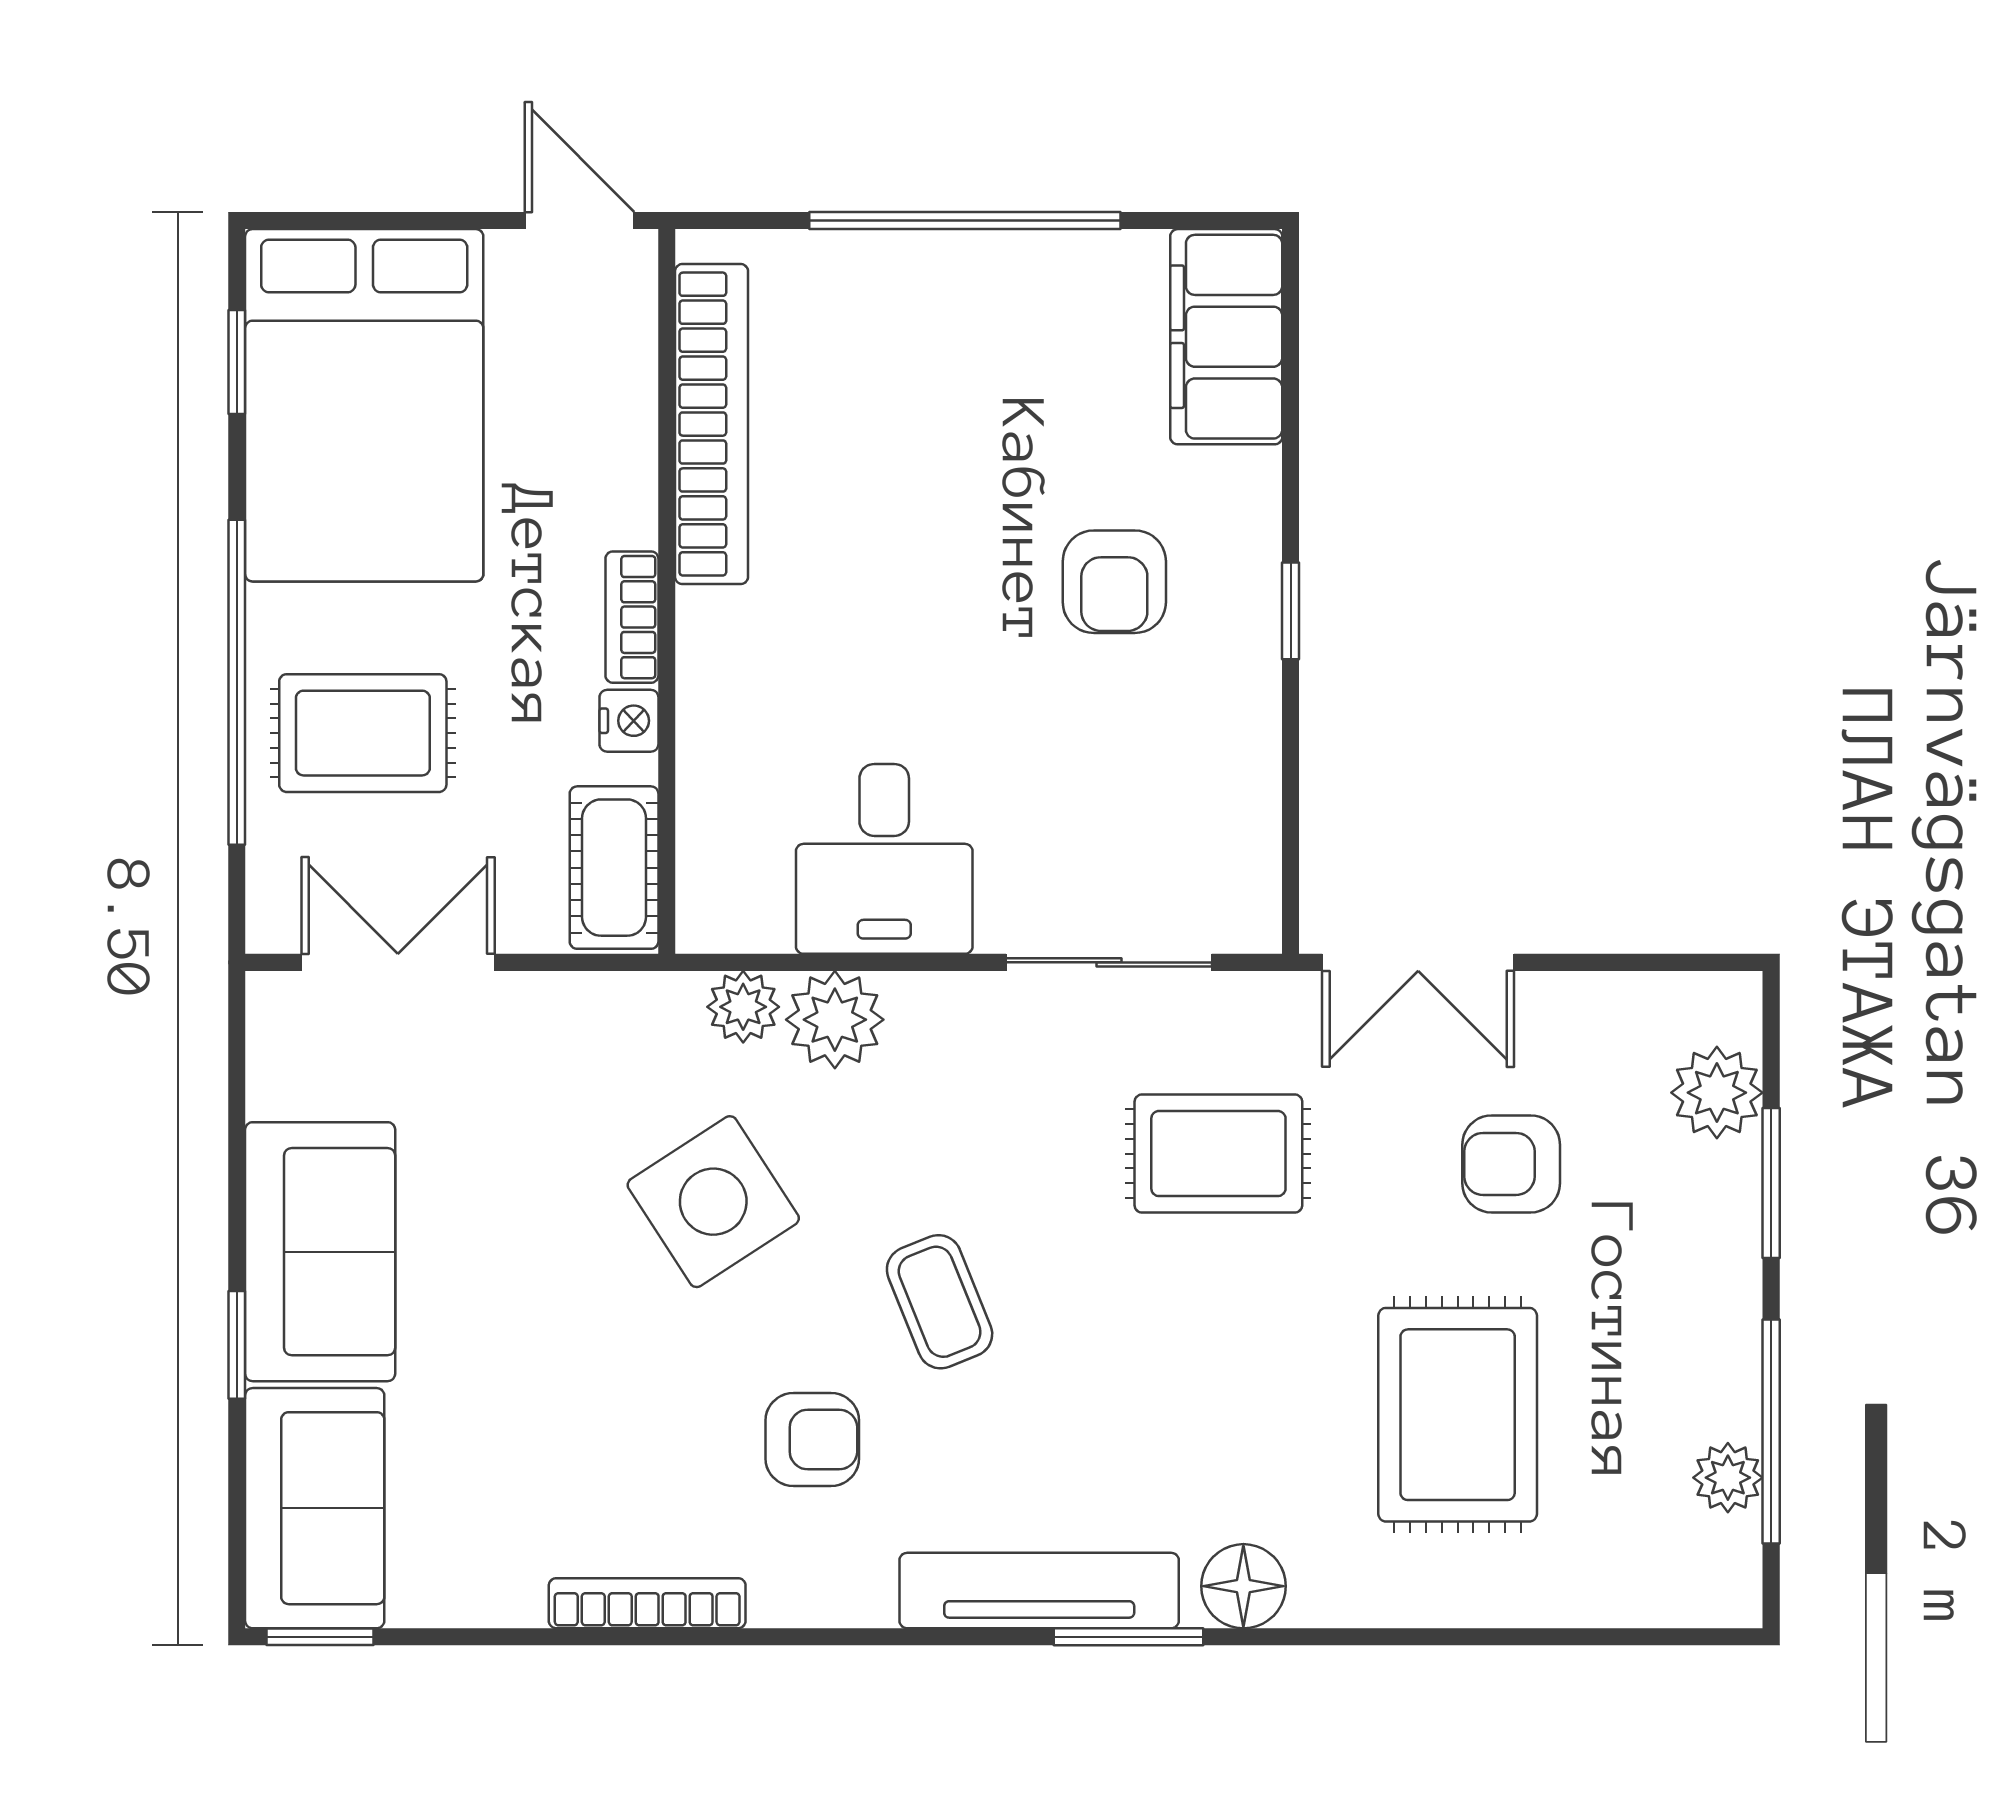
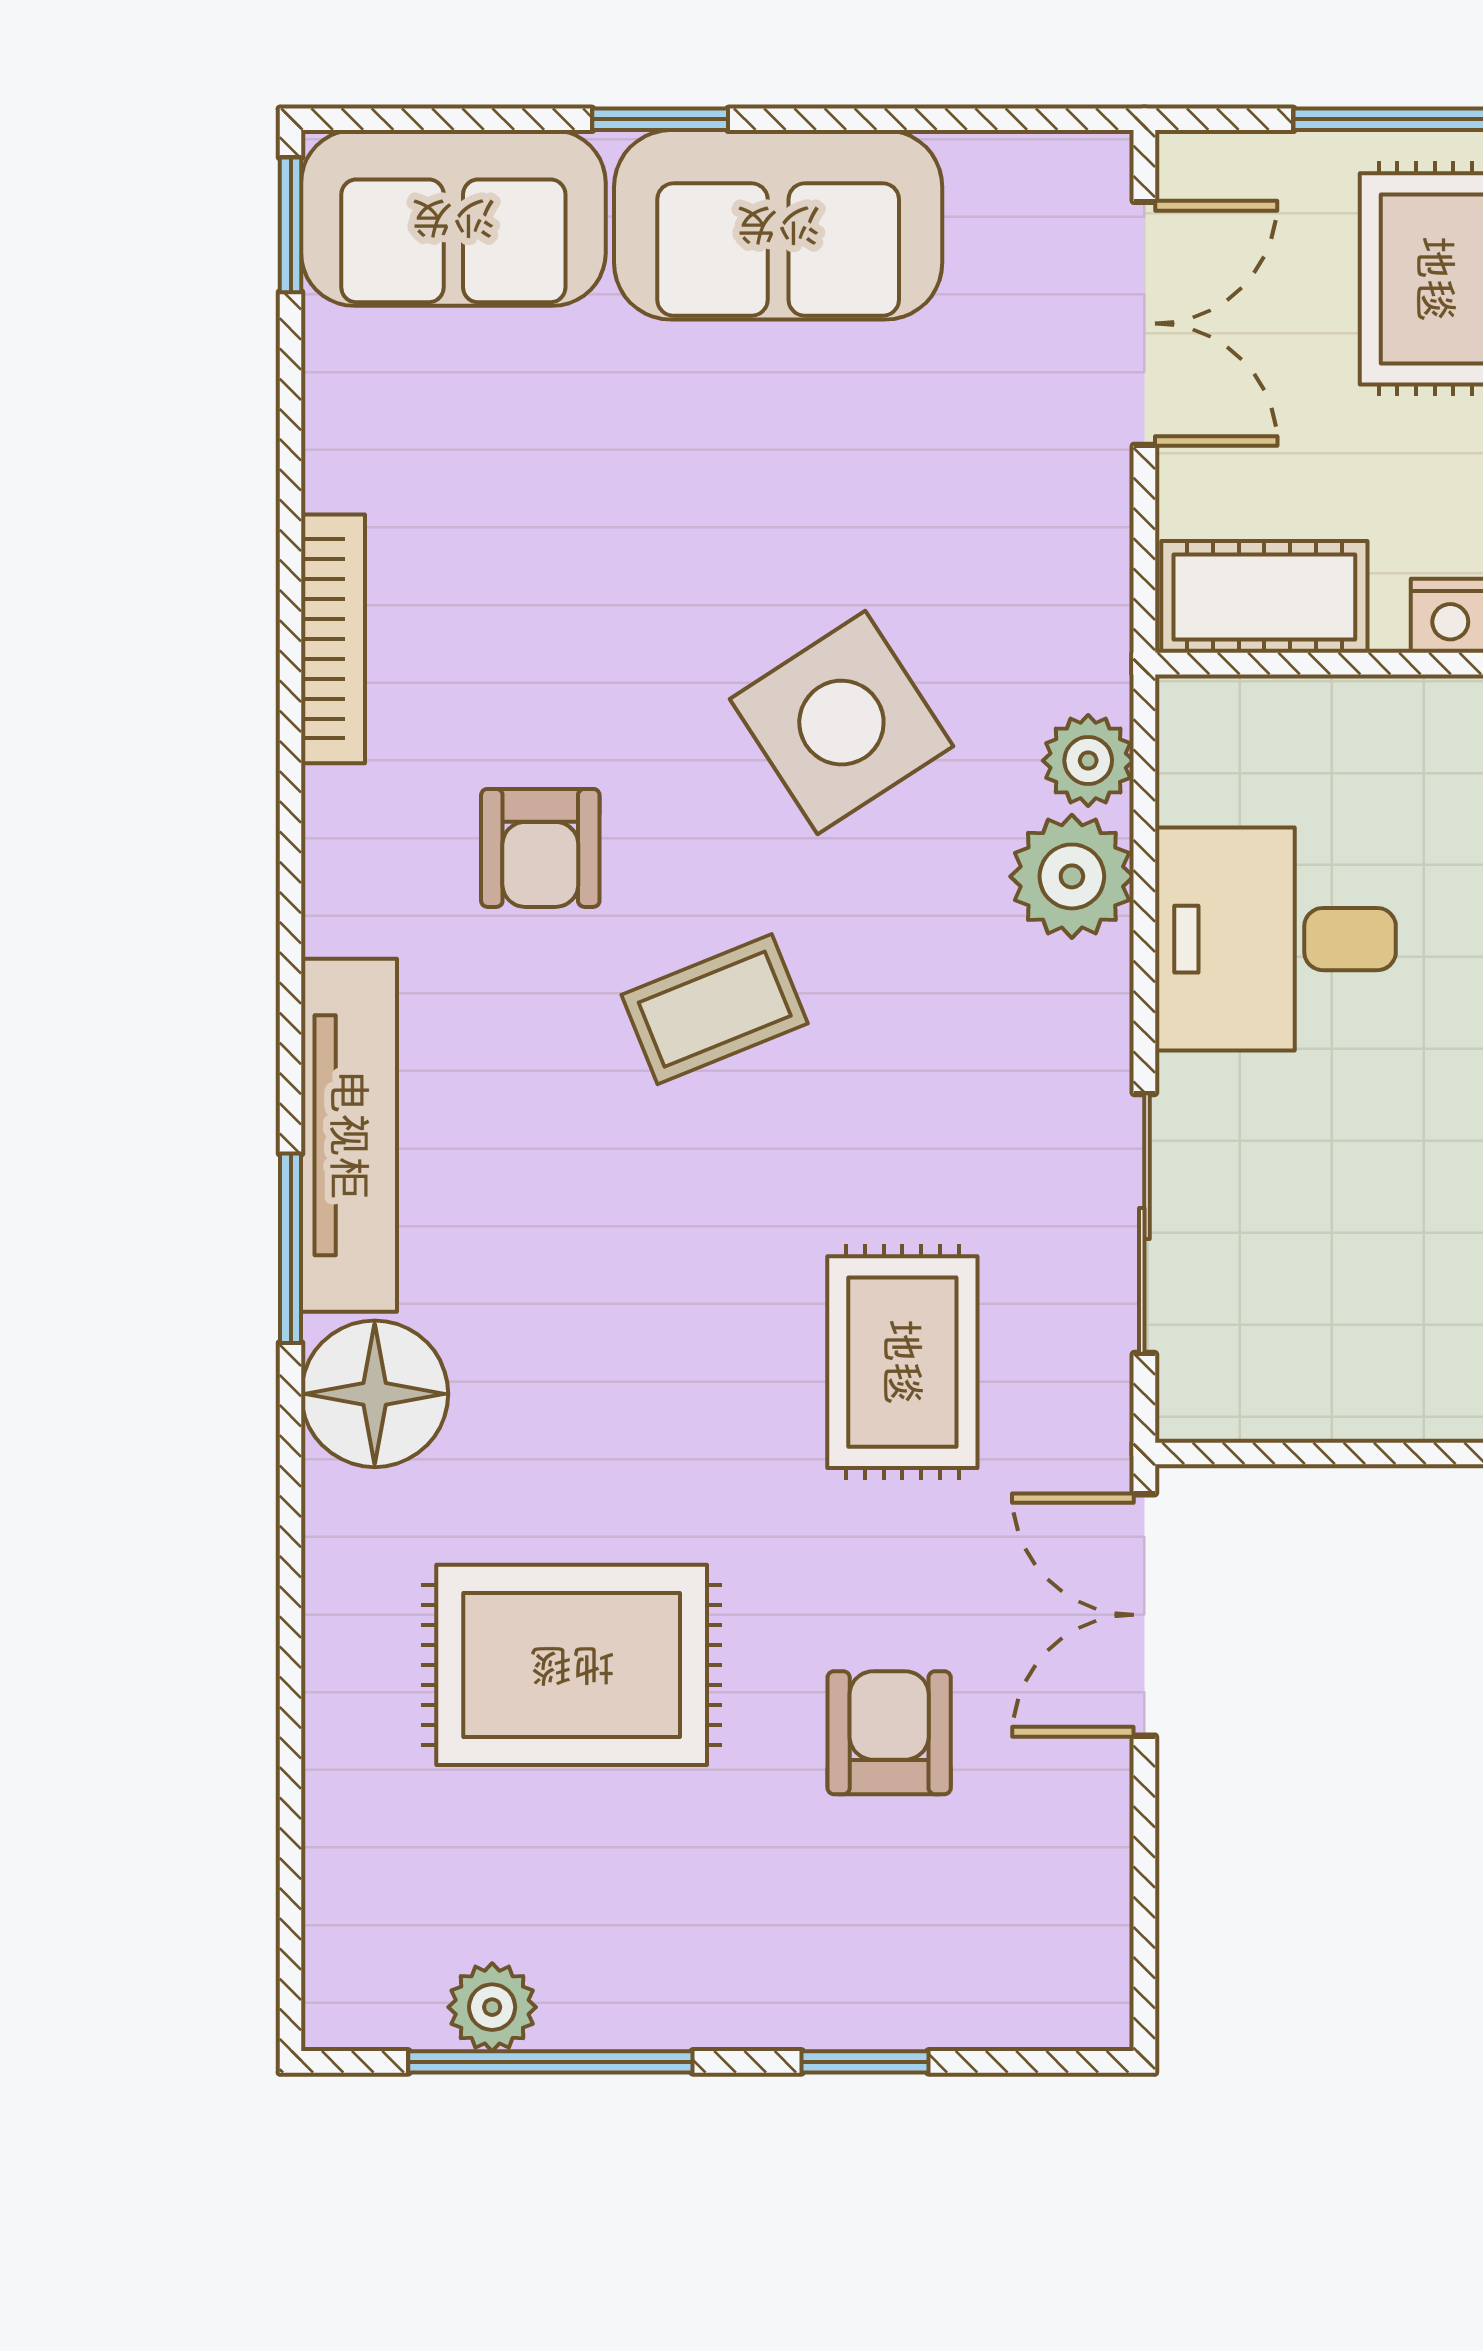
plant: (1717, 1093) -> (980, 1993), removed
window: (1771, 1183) -> (865, 2062), width x0.67
floor lamp: (1243, 1586) -> (375, 1394), width x1.38, depth x1.38

